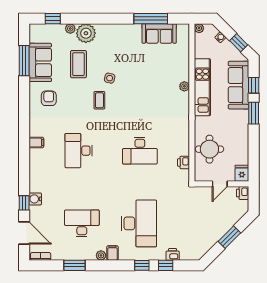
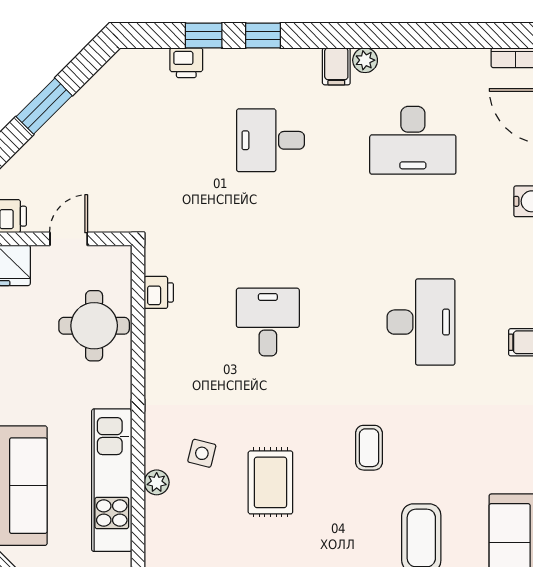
side table: (110, 78) -> (202, 453), moved
rug: (139, 86) -> (270, 482), added
armchair: (49, 98) -> (496, 453), removed
desk: (140, 151) -> (268, 322), width x0.73
desk: (139, 223) -> (270, 140), width x0.53, depth x0.77
window: (75, 265) -> (431, 36), removed

